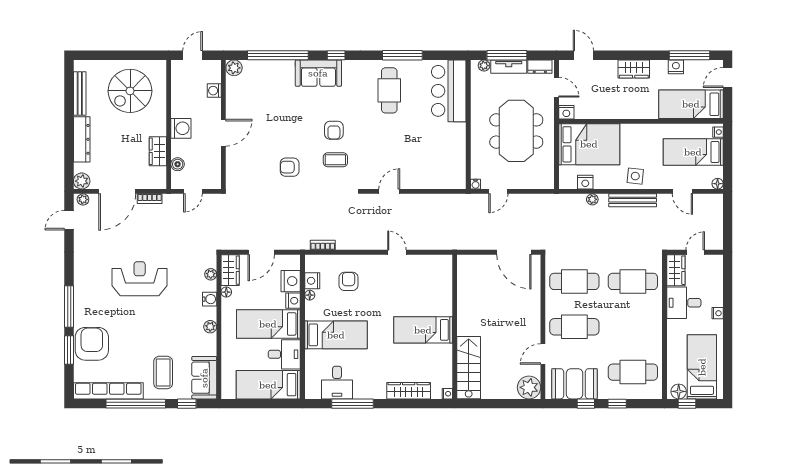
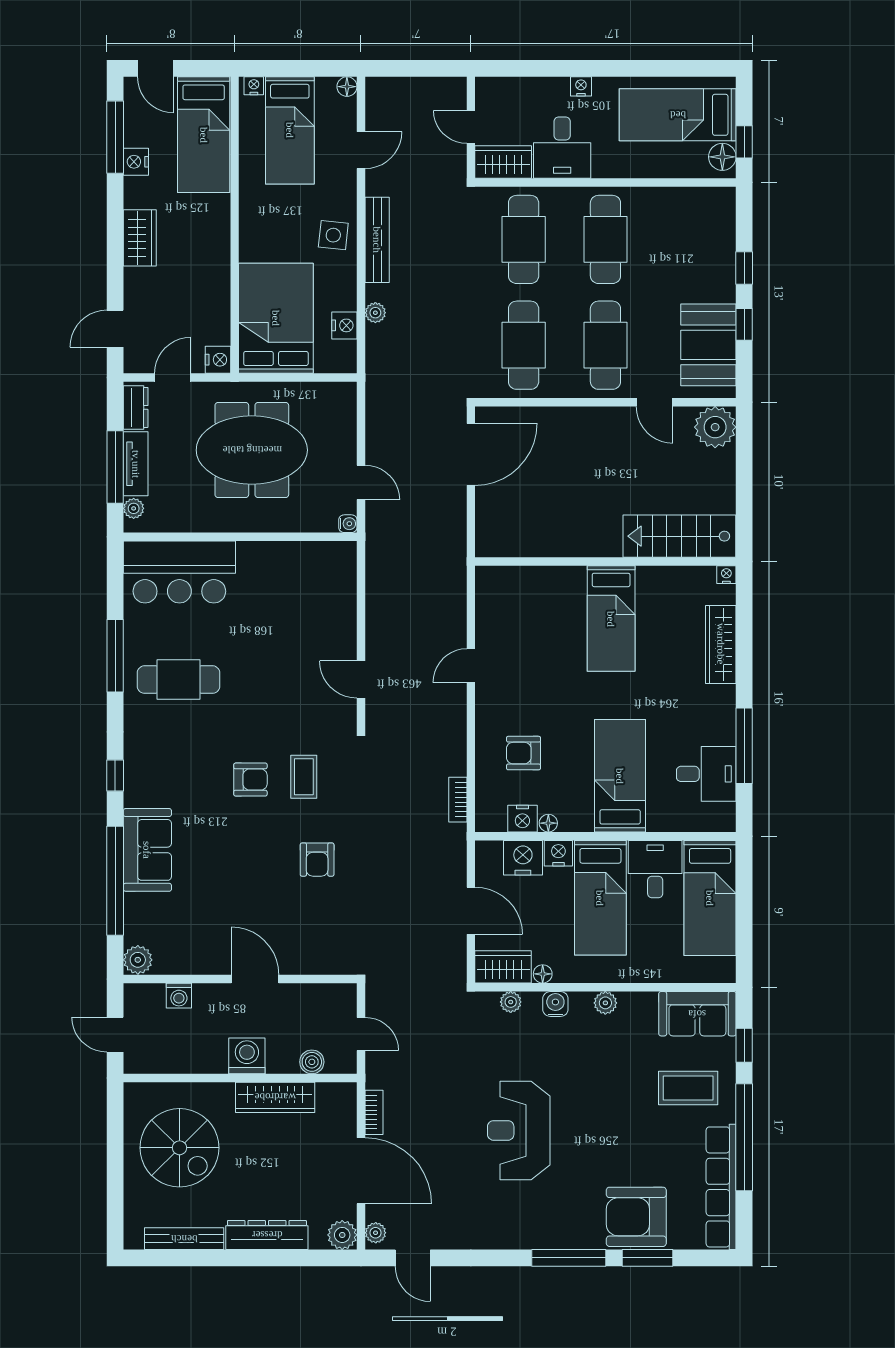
sofa: (318, 73) -> (147, 850), moved
wardrobe: (158, 151) -> (275, 1097), width x1.50
cafe table: (633, 372) -> (605, 239), moved

